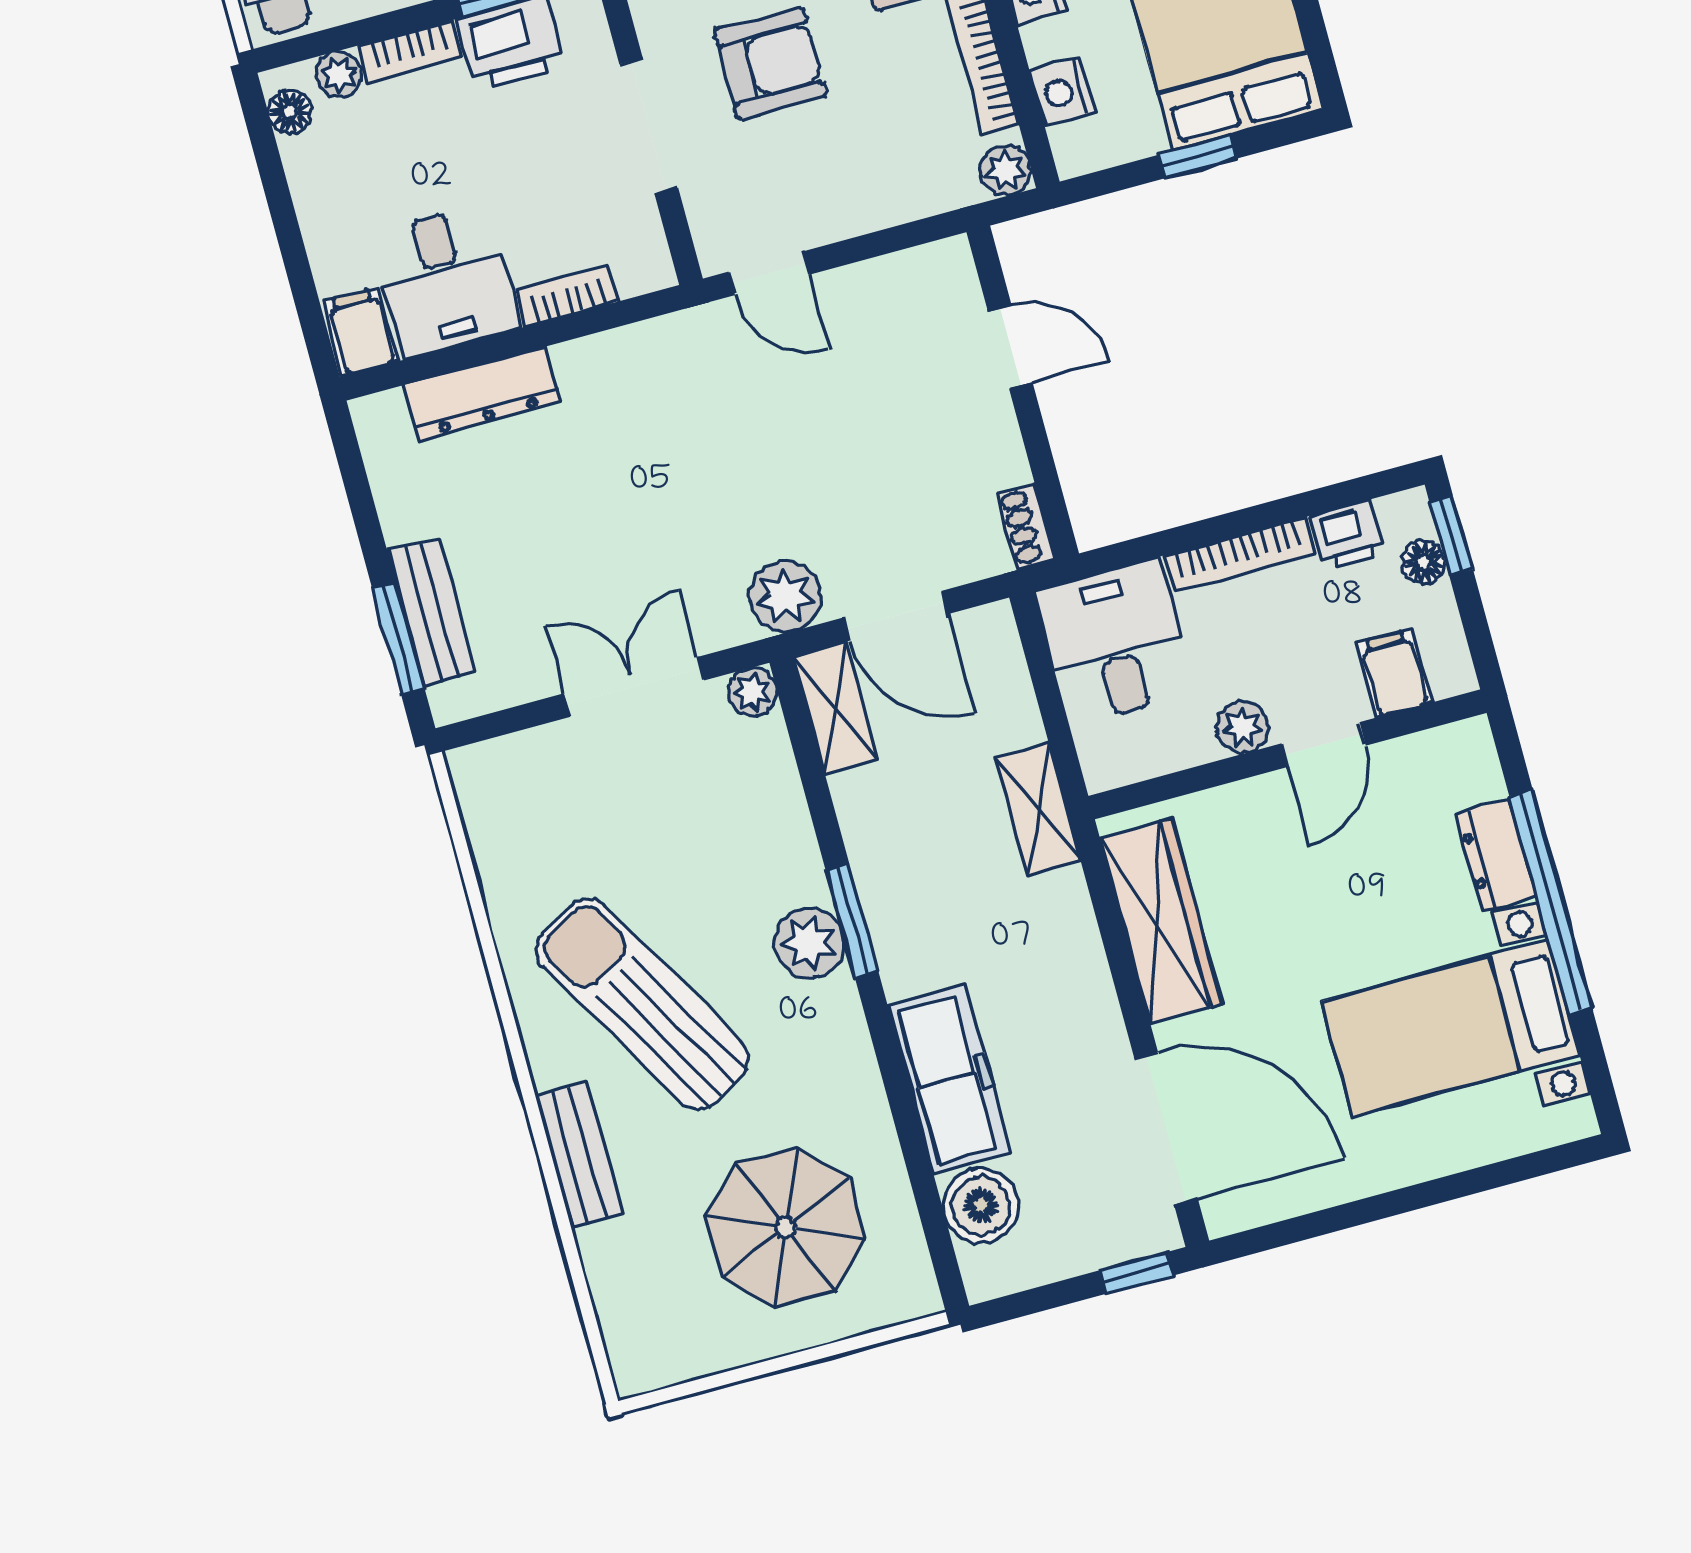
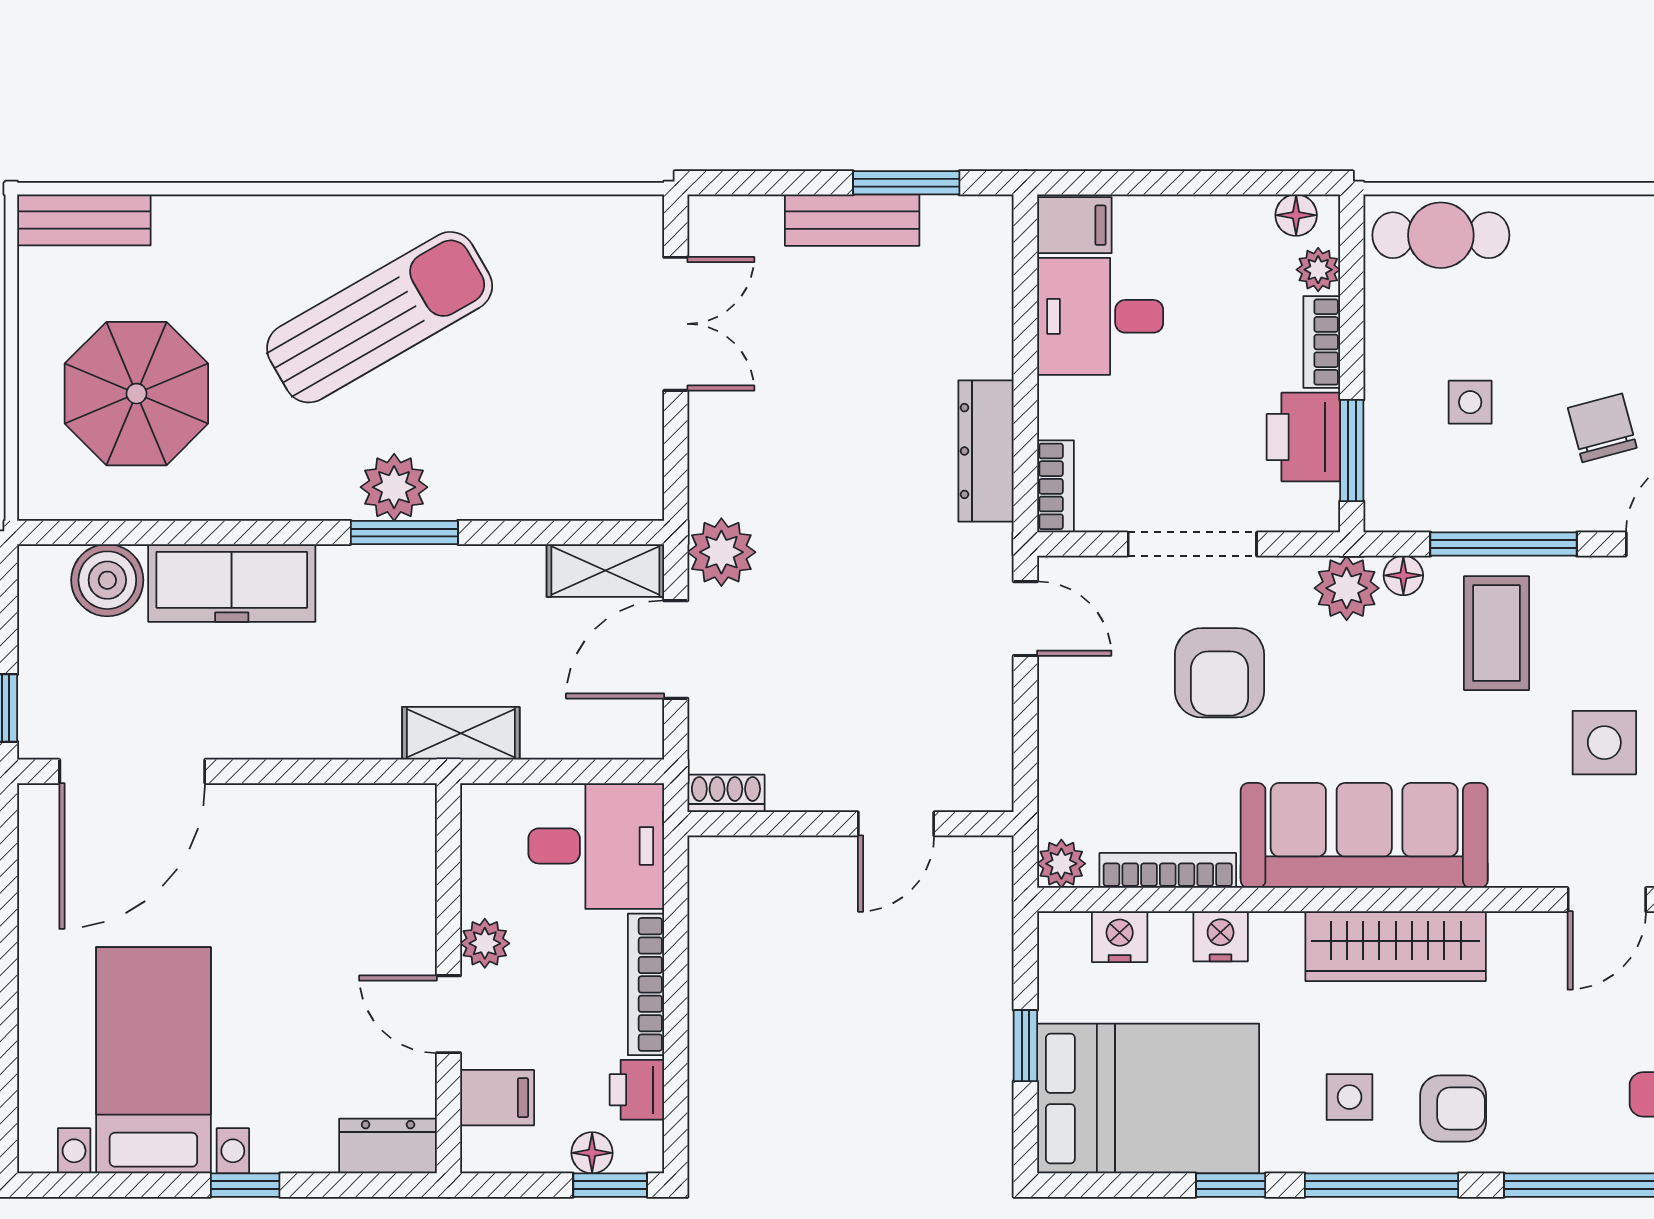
door: (769, 273) -> (1025, 619), swing flipped
bookcase: (567, 296) -> (1055, 486), moved
dresser: (483, 393) -> (986, 451), moved
bench: (431, 612) -> (852, 220), moved
window: (398, 639) -> (906, 183), moved
double door: (634, 687) -> (676, 324), moved
plant: (752, 692) -> (641, 497), removed
dresser: (1496, 855) -> (388, 1146), moved
window: (1551, 902) -> (245, 1185), width x0.32
wardrobe: (1161, 921) -> (326, 819), removed
bench: (579, 1155) -> (84, 220), moved

